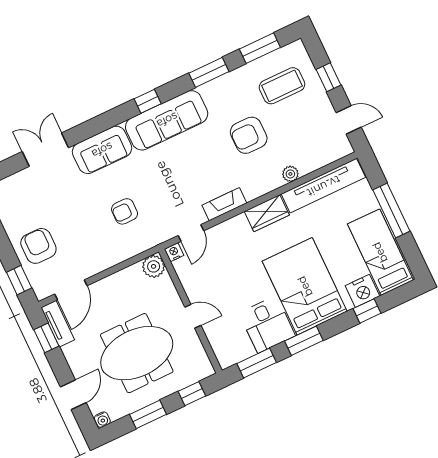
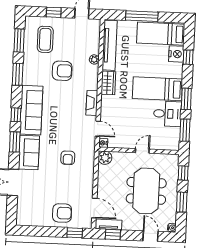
window: (107, 121) -> (15, 142), added
armchair: (249, 135) -> (62, 71), turned -90
armchair: (38, 246) -> (62, 213), turned 180
bed: (305, 286) -> (157, 89), width x0.67

